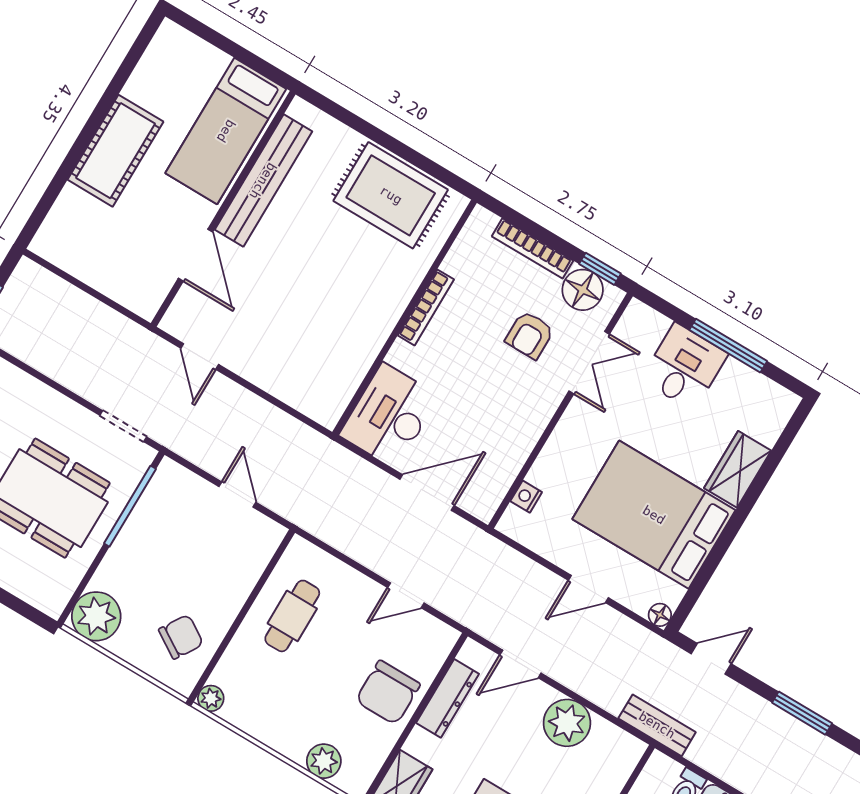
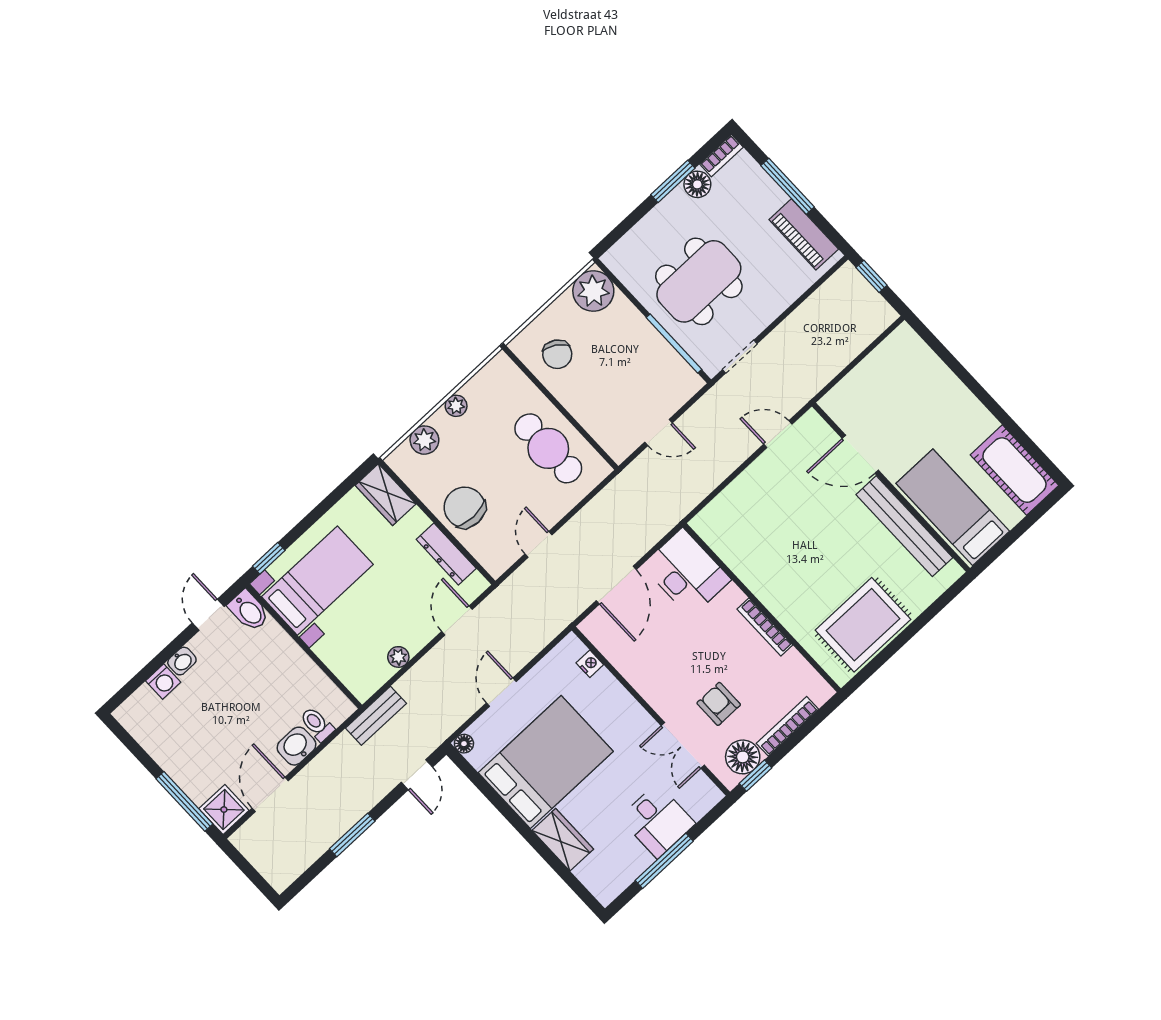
cot: (116, 151) -> (1014, 470), moved
cafe table: (292, 616) -> (548, 448), width x1.37, depth x1.35
plant: (211, 698) -> (456, 406), moved
plant: (567, 723) -> (398, 657), width x0.53, depth x0.53

